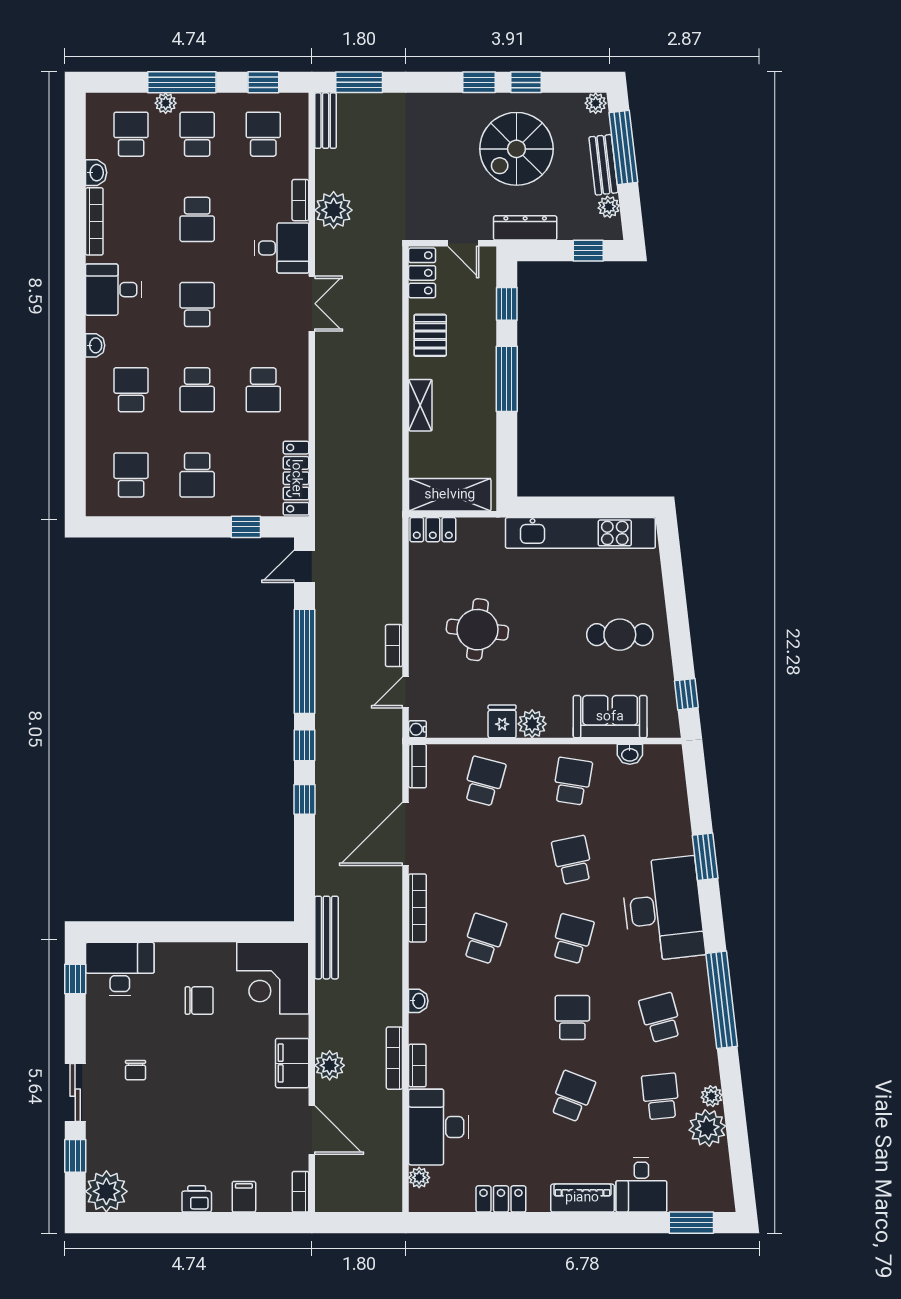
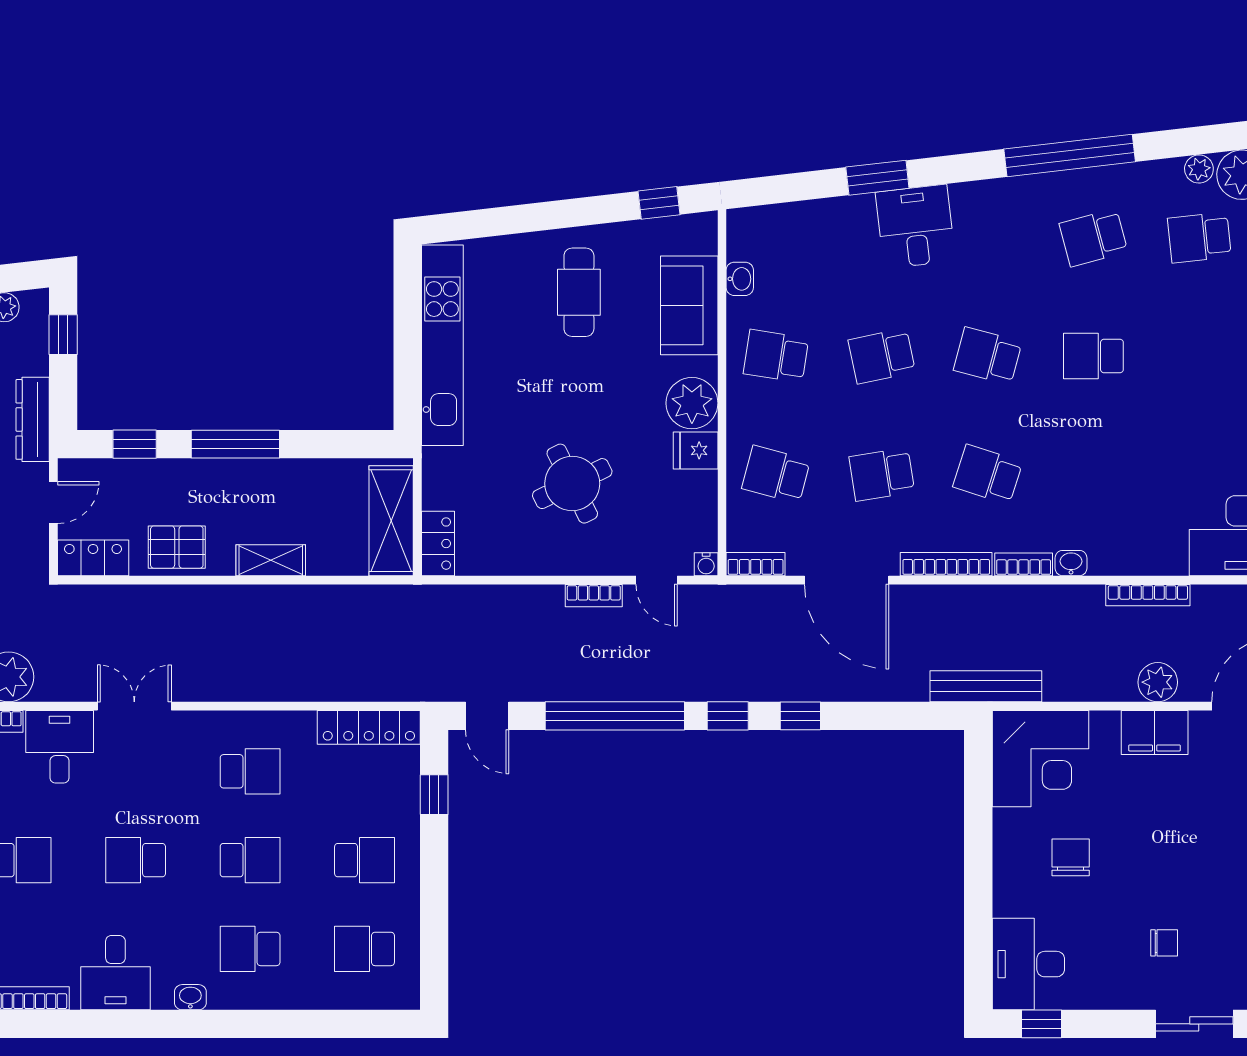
round table: (477, 630) -> (572, 484), turned -33
plant: (532, 724) -> (692, 403), width x1.36, depth x1.36
desk: (663, 909) -> (915, 226), width x0.53, depth x0.77
bookcase: (417, 1065) -> (1024, 564), moved
school desk: (572, 1096) -> (882, 474), moved, turned -30

